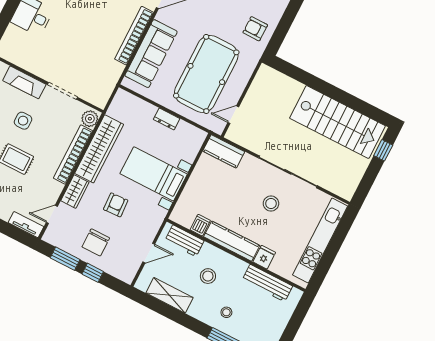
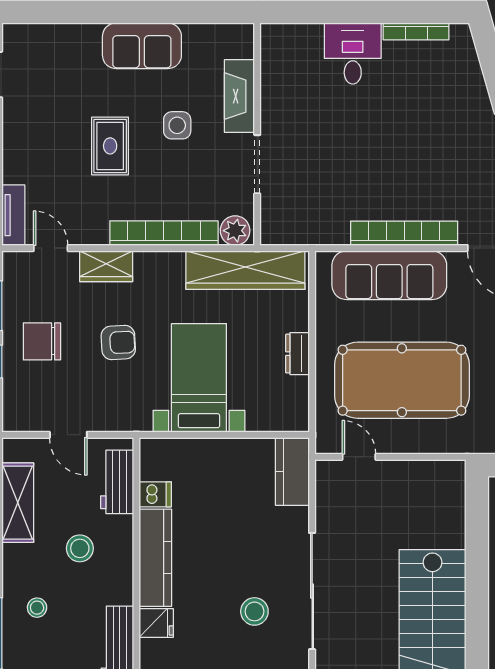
wardrobe: (99, 149) -> (245, 270), moved
stool: (271, 203) -> (254, 611), moved

